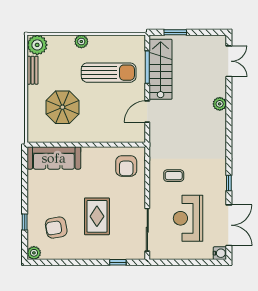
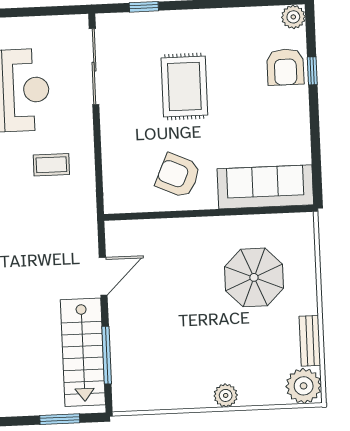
sun lounger: (109, 73) -> (175, 342), removed
armchair: (126, 166) -> (178, 176), moved, turned -66
armchair: (56, 228) -> (285, 67), moved, turned 100

